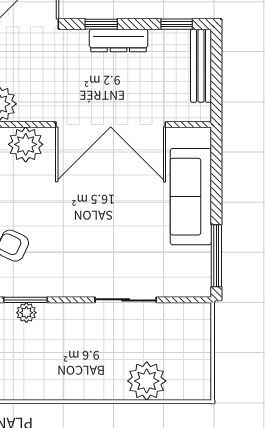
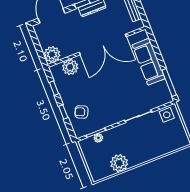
side table: (185, 320) -> (167, 115), added
plant: (147, 381) -> (119, 163), moved

